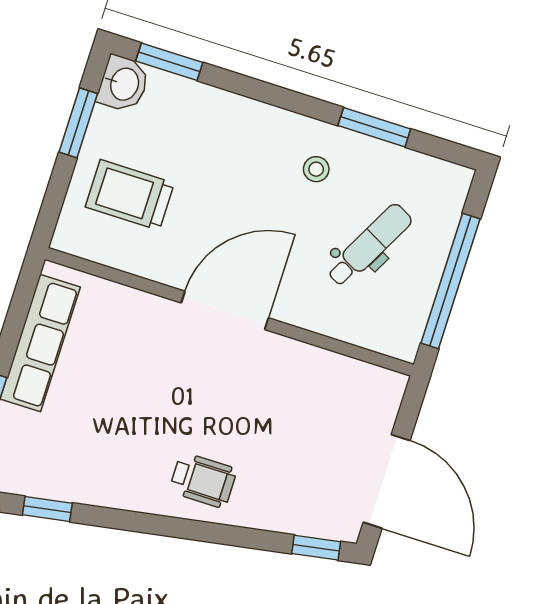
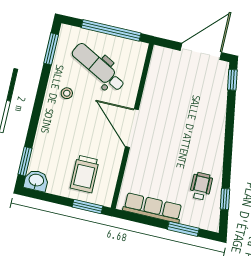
window: (78, 123) -> (87, 207), moved
window: (374, 127) -> (51, 49), moved
dental chair: (369, 245) -> (98, 67), width x1.36, depth x1.38
wheelchair: (203, 480) -> (201, 186), moved

